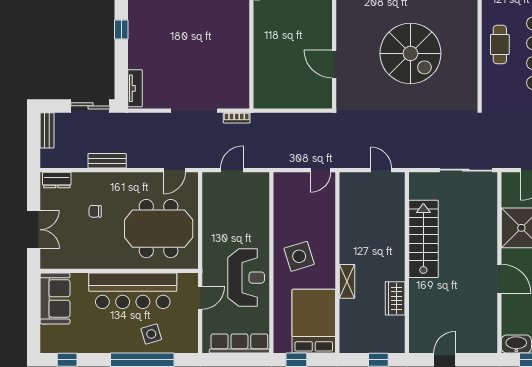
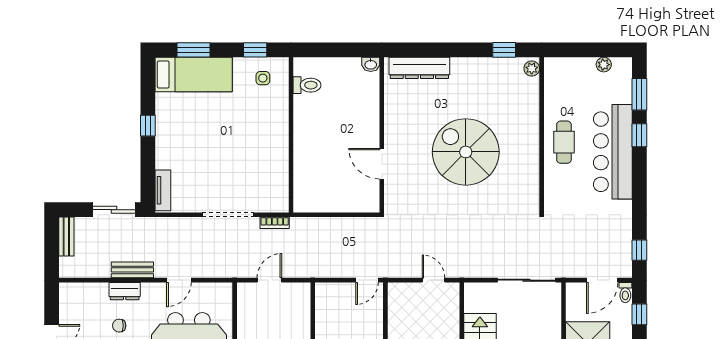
spiral stairs: (410, 53) -> (466, 152), turned 180
door: (174, 170) -> (179, 280), moved
dresser: (57, 180) -> (125, 291), moved

